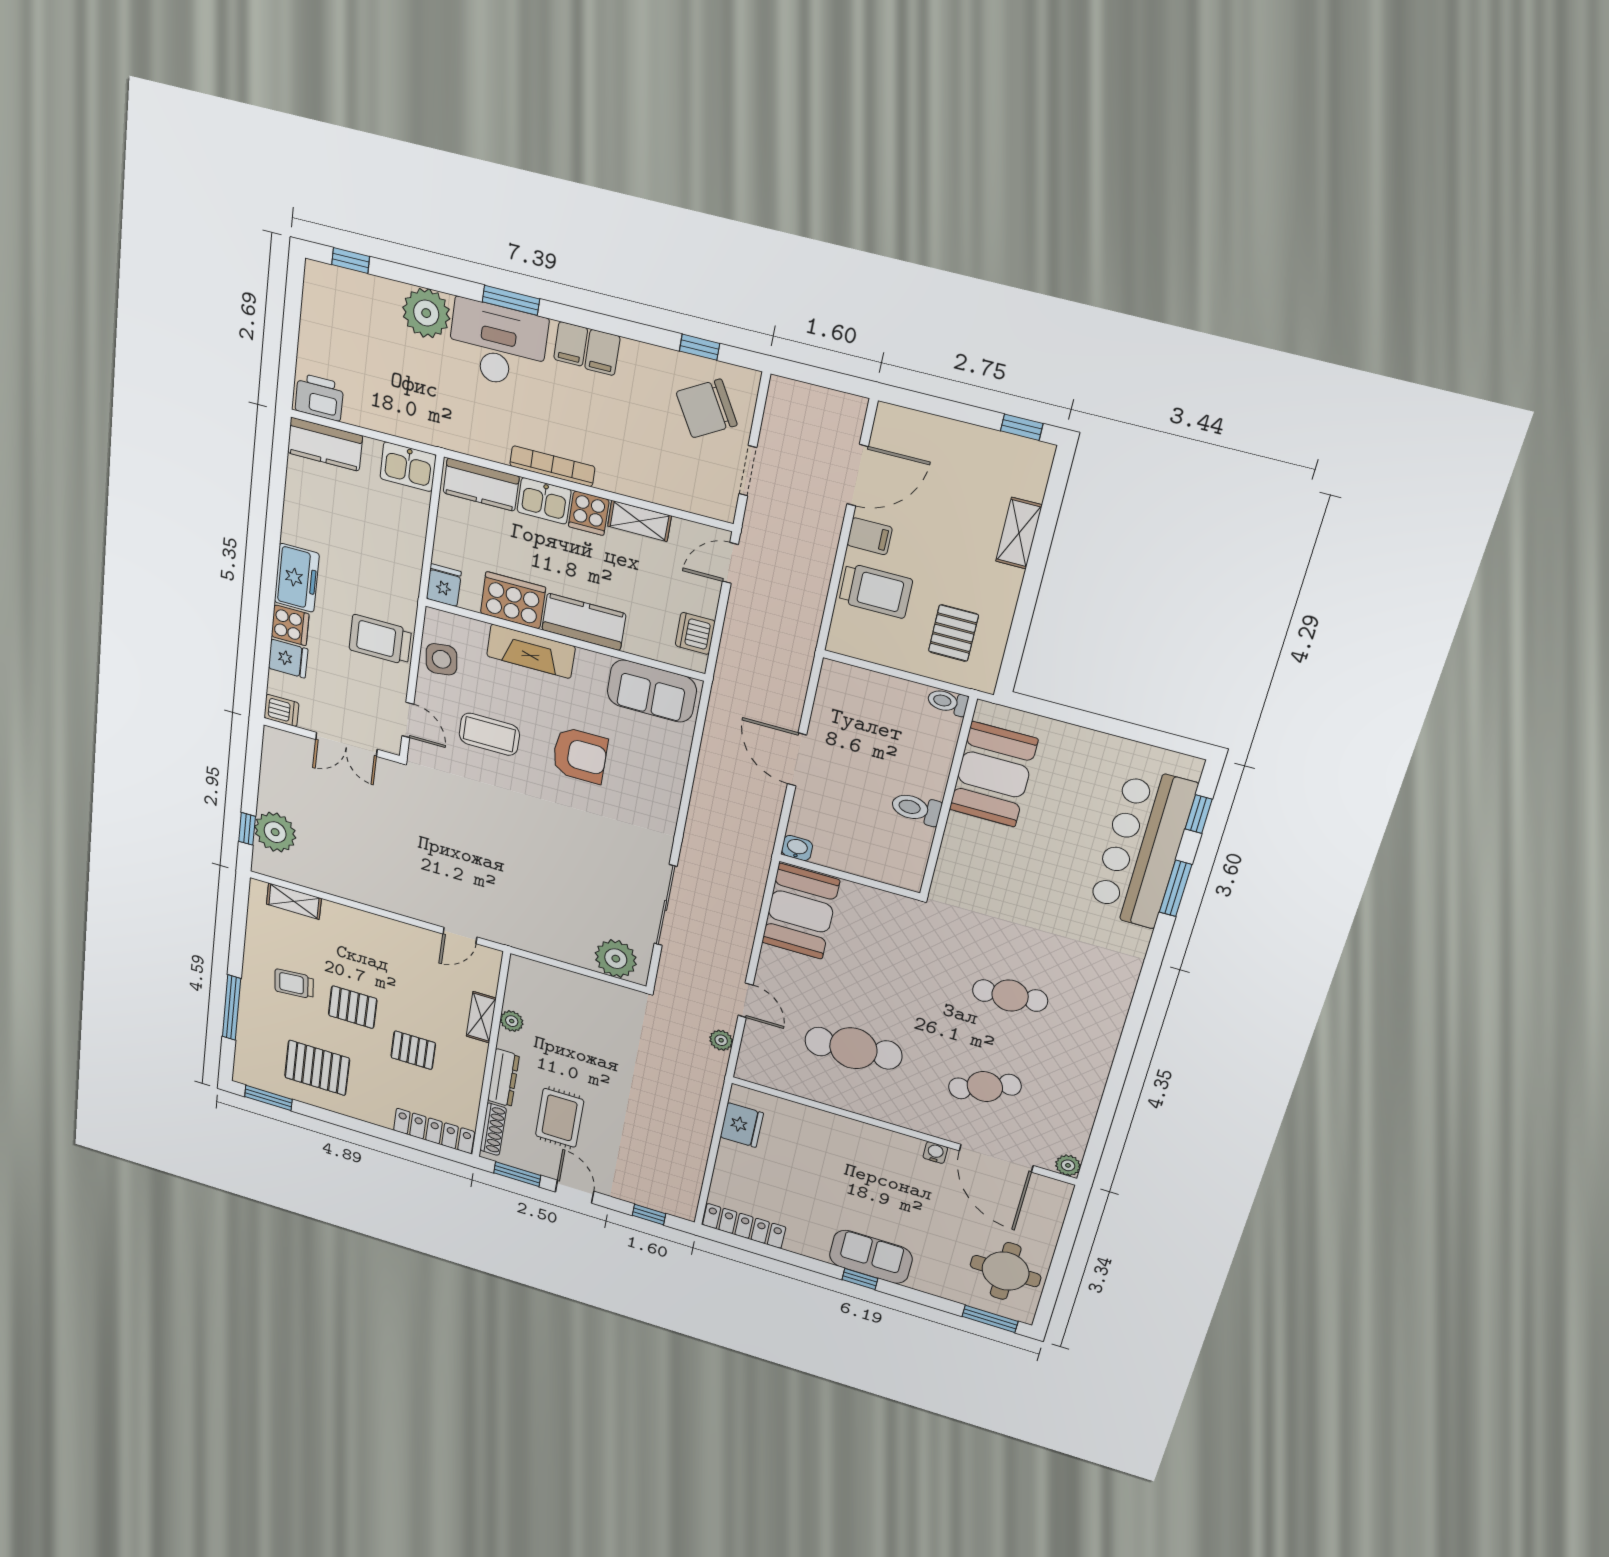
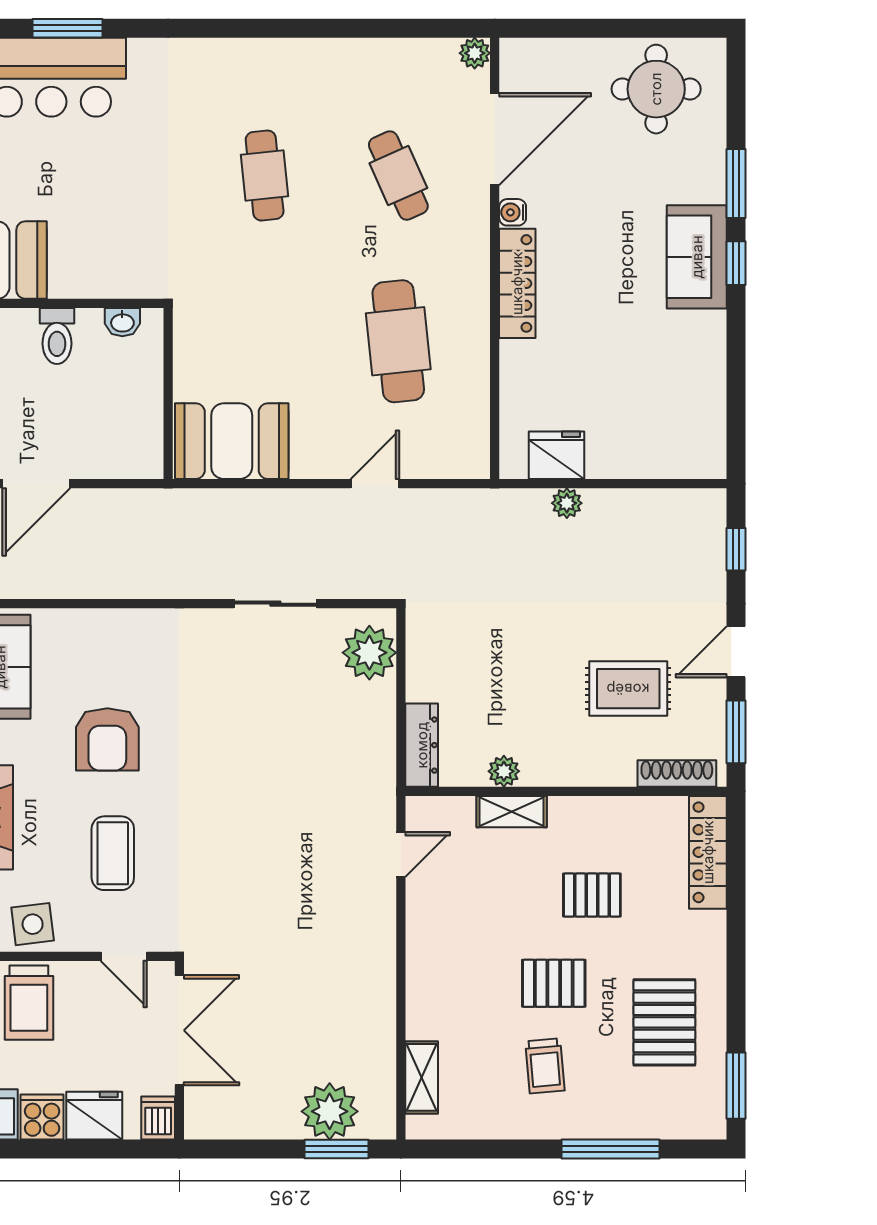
fridge: (288, 659) -> (94, 1116), width x1.38
door: (408, 720) -> (124, 956), swing flipped
double door: (346, 744) -> (179, 1030), width x1.37
armchair: (580, 755) -> (107, 739), turned 180
window: (247, 829) -> (336, 1149), width x1.50
washbasin: (797, 848) -> (122, 322), moved, turned -90
sliding door: (666, 905) -> (275, 604), width x0.73
door: (460, 935) -> (401, 854), hinge flipped
pallet: (353, 1007) -> (554, 983), turned 90
plant: (721, 1040) -> (567, 503), moved
pallet: (413, 1050) -> (592, 895), turned 90
dresser: (503, 1078) -> (422, 745), moved, turned 90
locker: (744, 1226) -> (517, 283), moved, turned 180
window: (990, 1319) -> (736, 183), moved

